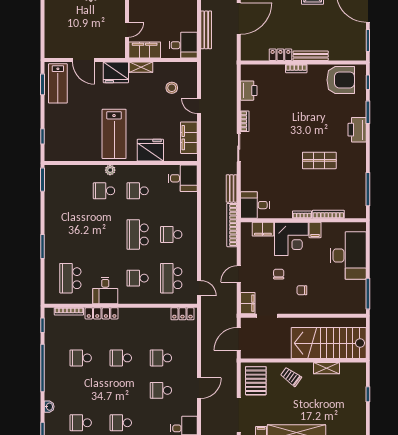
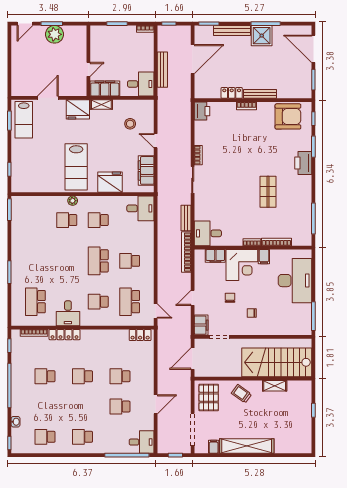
door: (84, 60) -> (48, 98), swing flipped
printer: (249, 91) -> (202, 111), moved
shop shelf: (319, 160) -> (268, 192), turned 90

